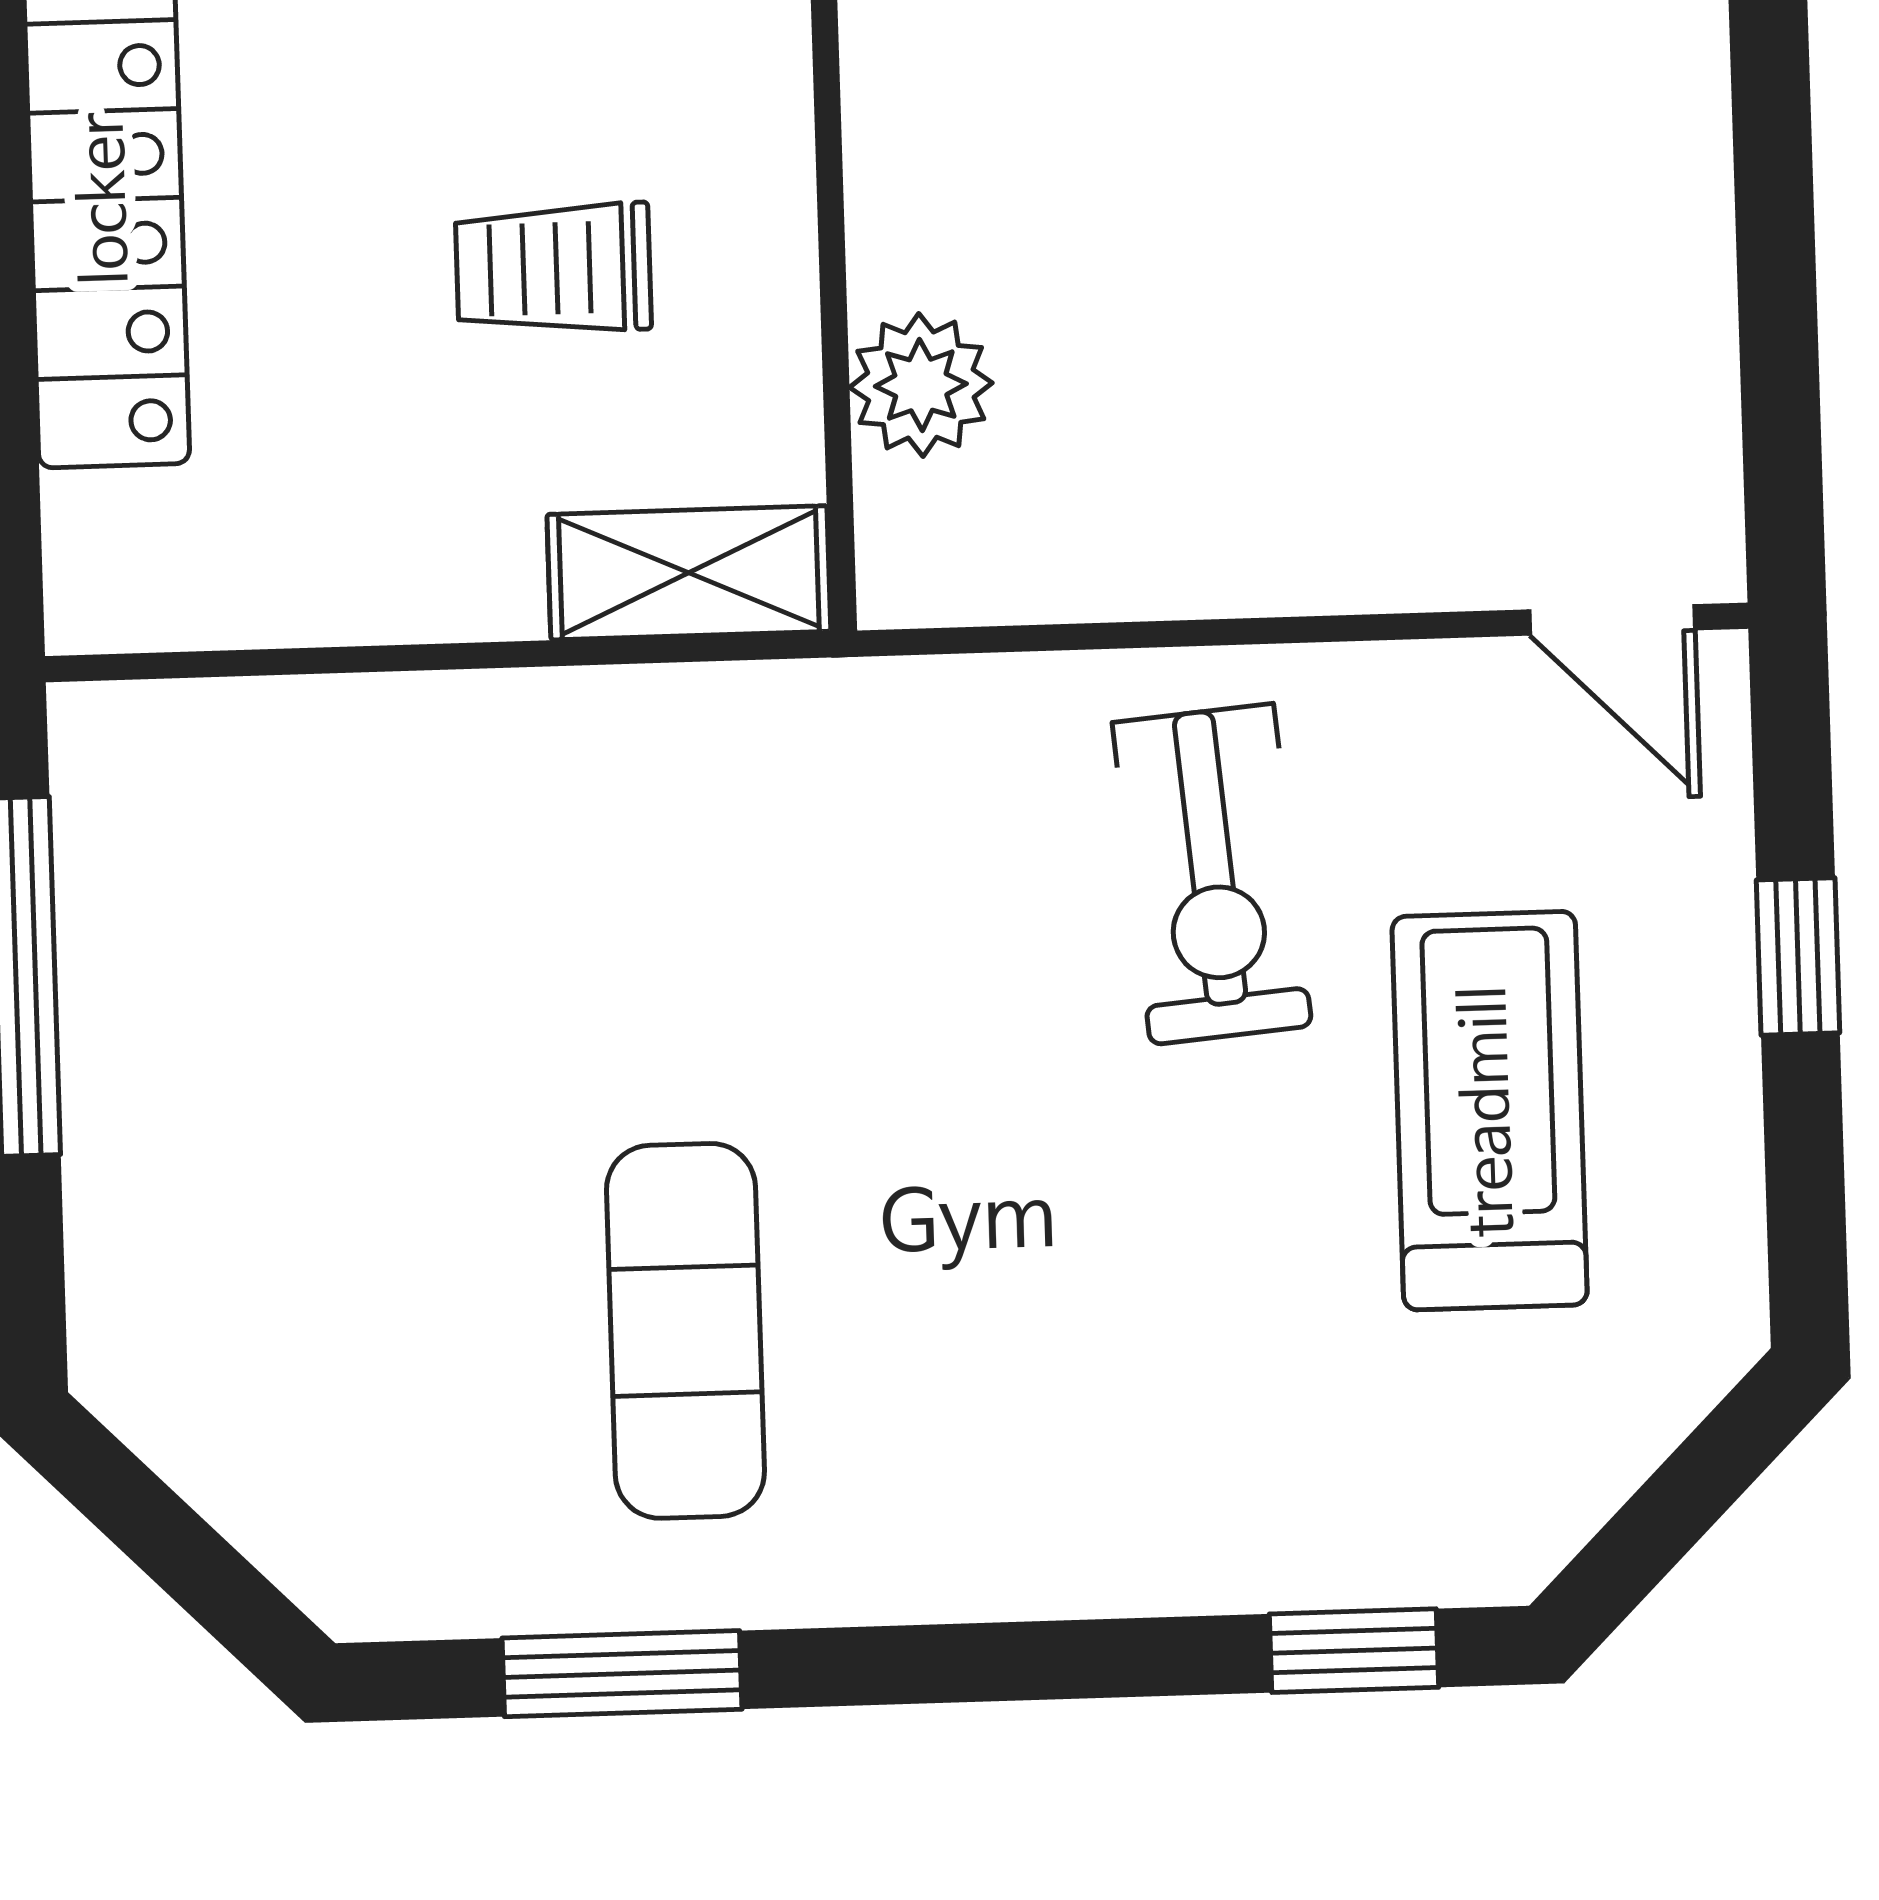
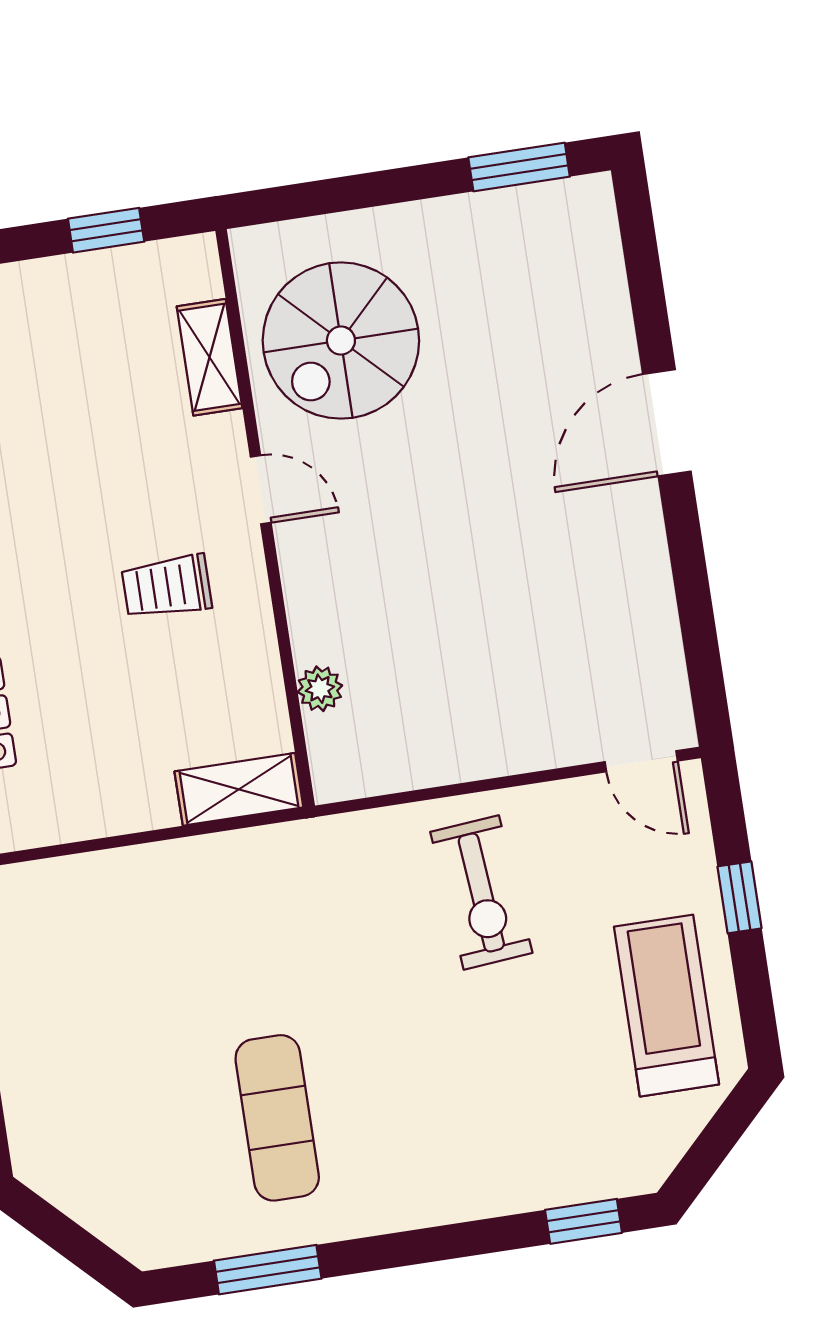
trolley: (553, 268) -> (167, 587), moved
plant: (921, 385) -> (320, 689), width x0.73, depth x0.73
treadmill: (1490, 1111) -> (666, 1006), moved

